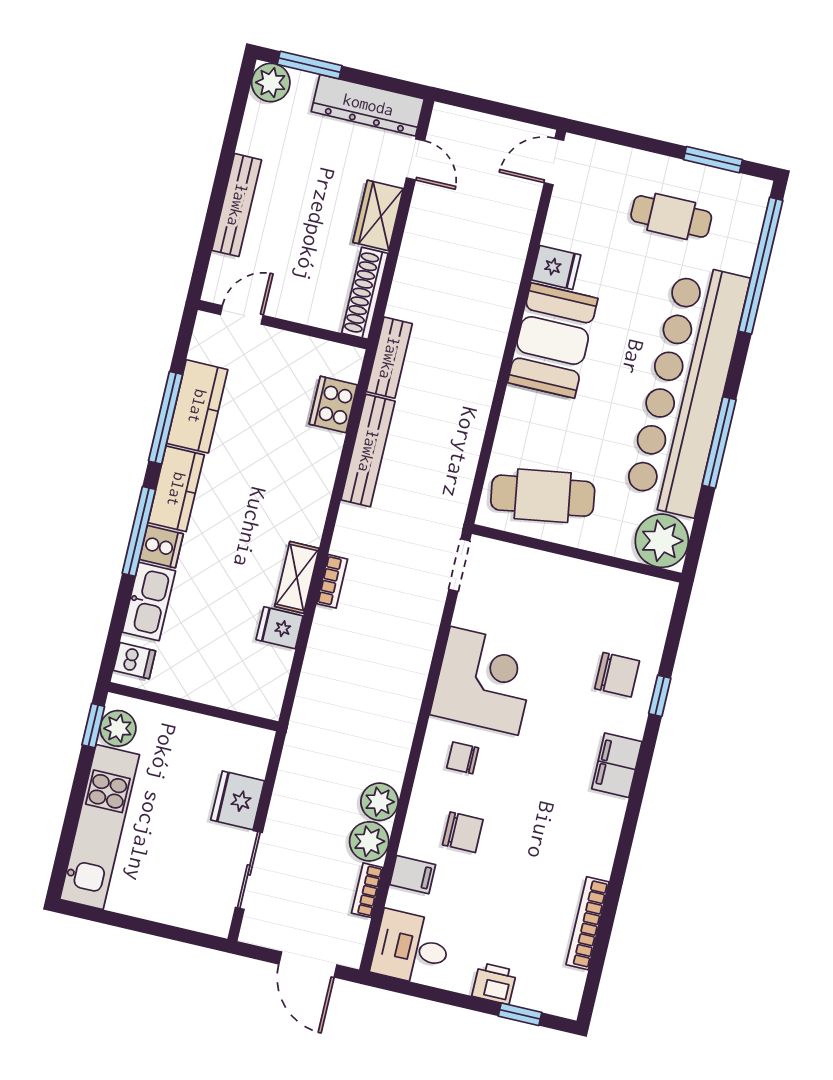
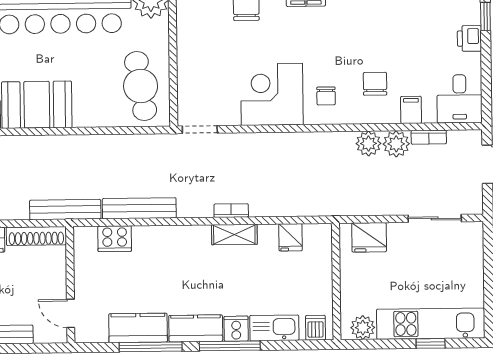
bench: (389, 358) -> (65, 210), width x1.36
fridge: (280, 628) -> (291, 237), moved
window: (93, 726) -> (431, 343), moved
fridge: (238, 800) -> (369, 237), moved

